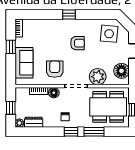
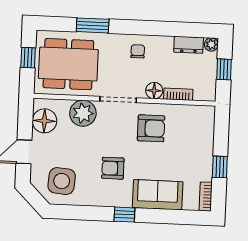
sofa: (24, 63) -> (158, 195), moved, turned 90
armchair: (55, 69) -> (151, 128), turned -90
window: (71, 132) -> (129, 27), removed

